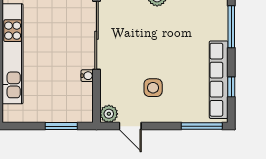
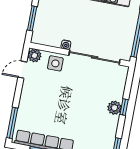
side table: (153, 88) -> (55, 63), moved

